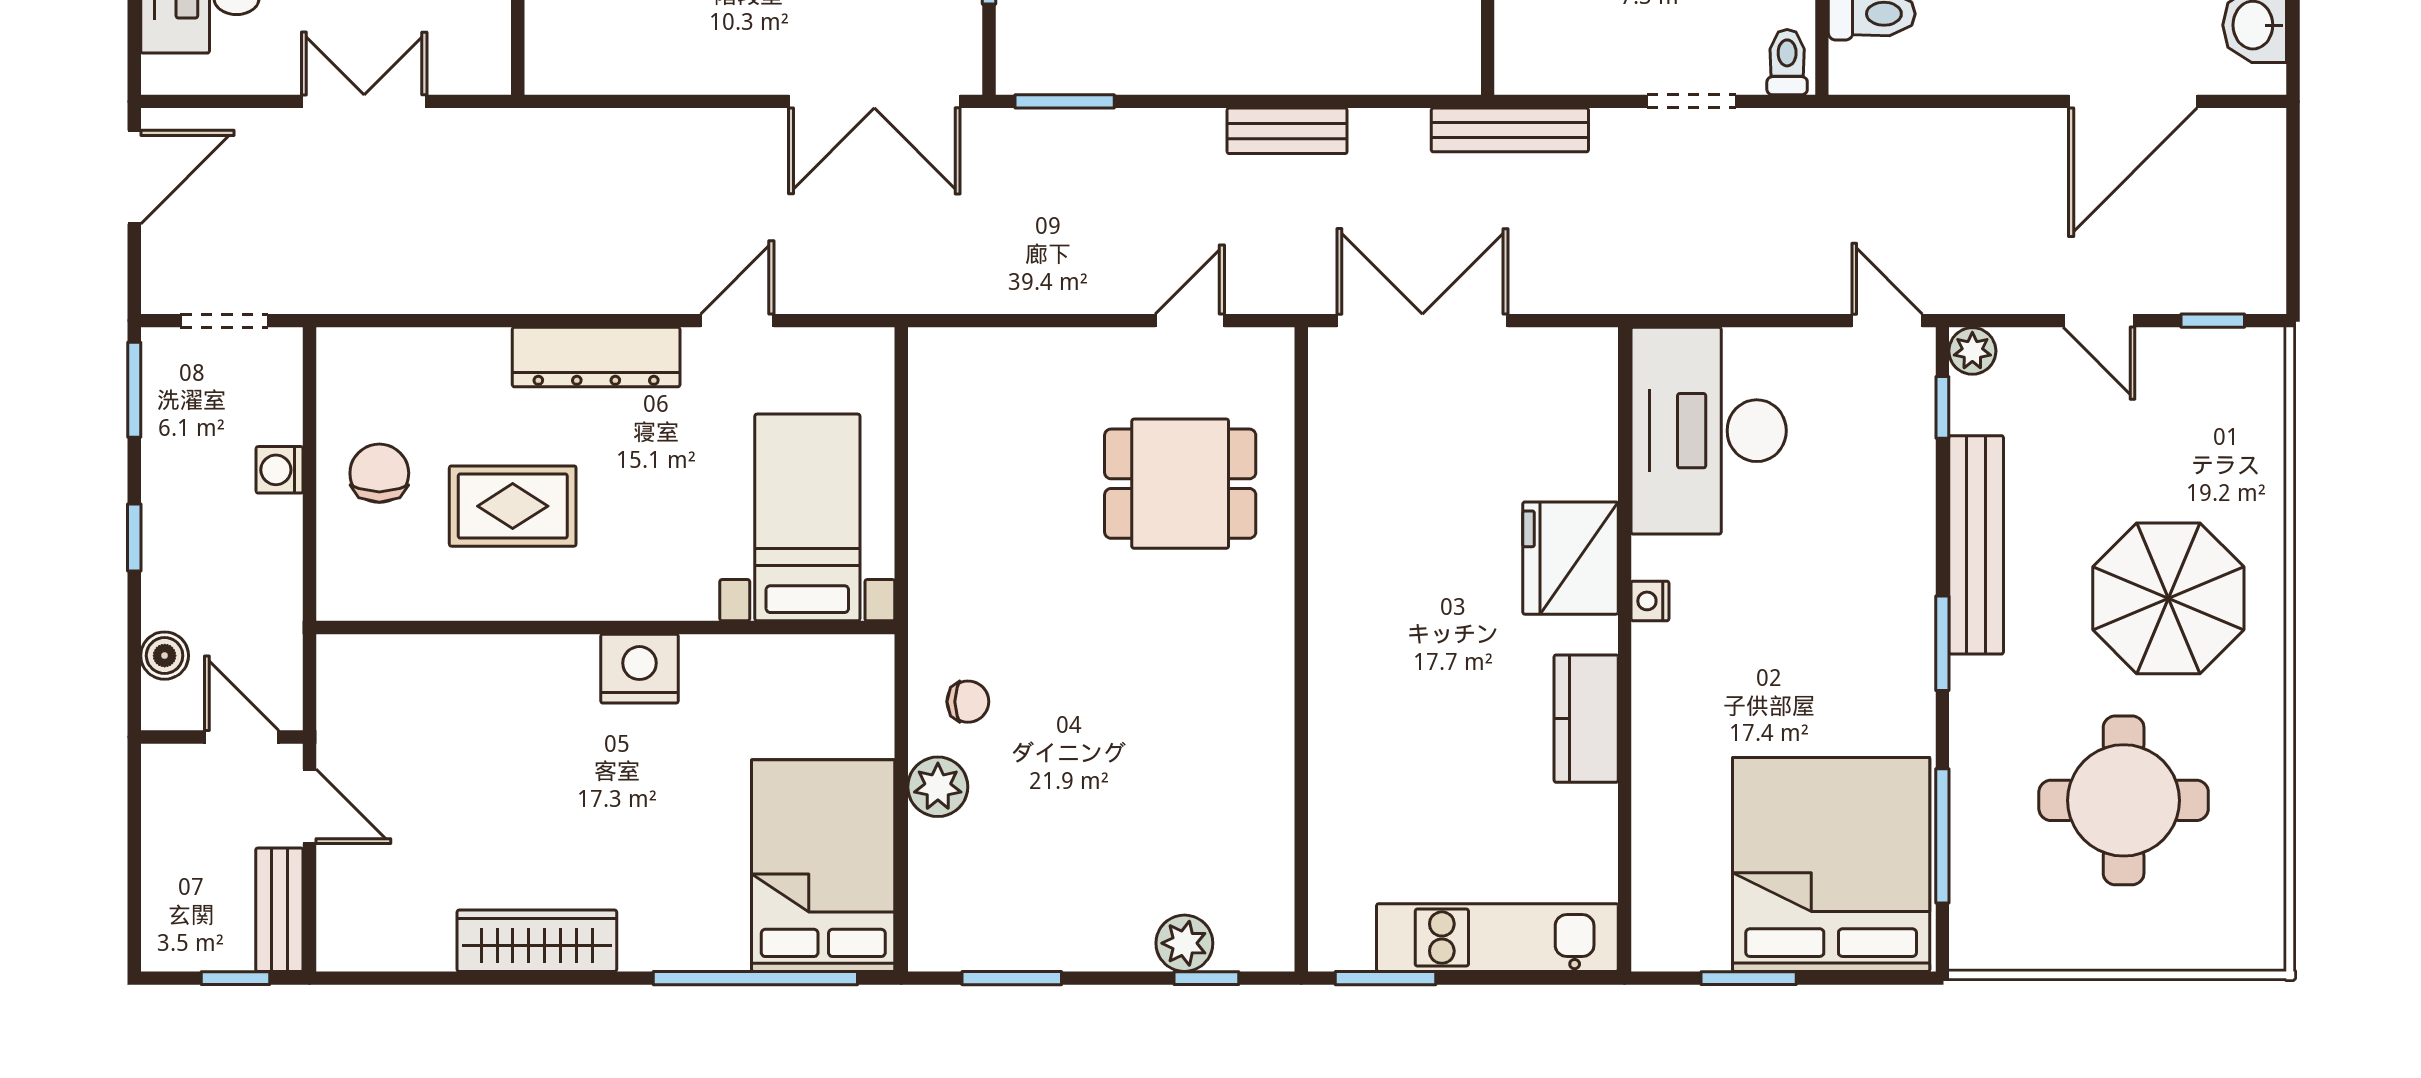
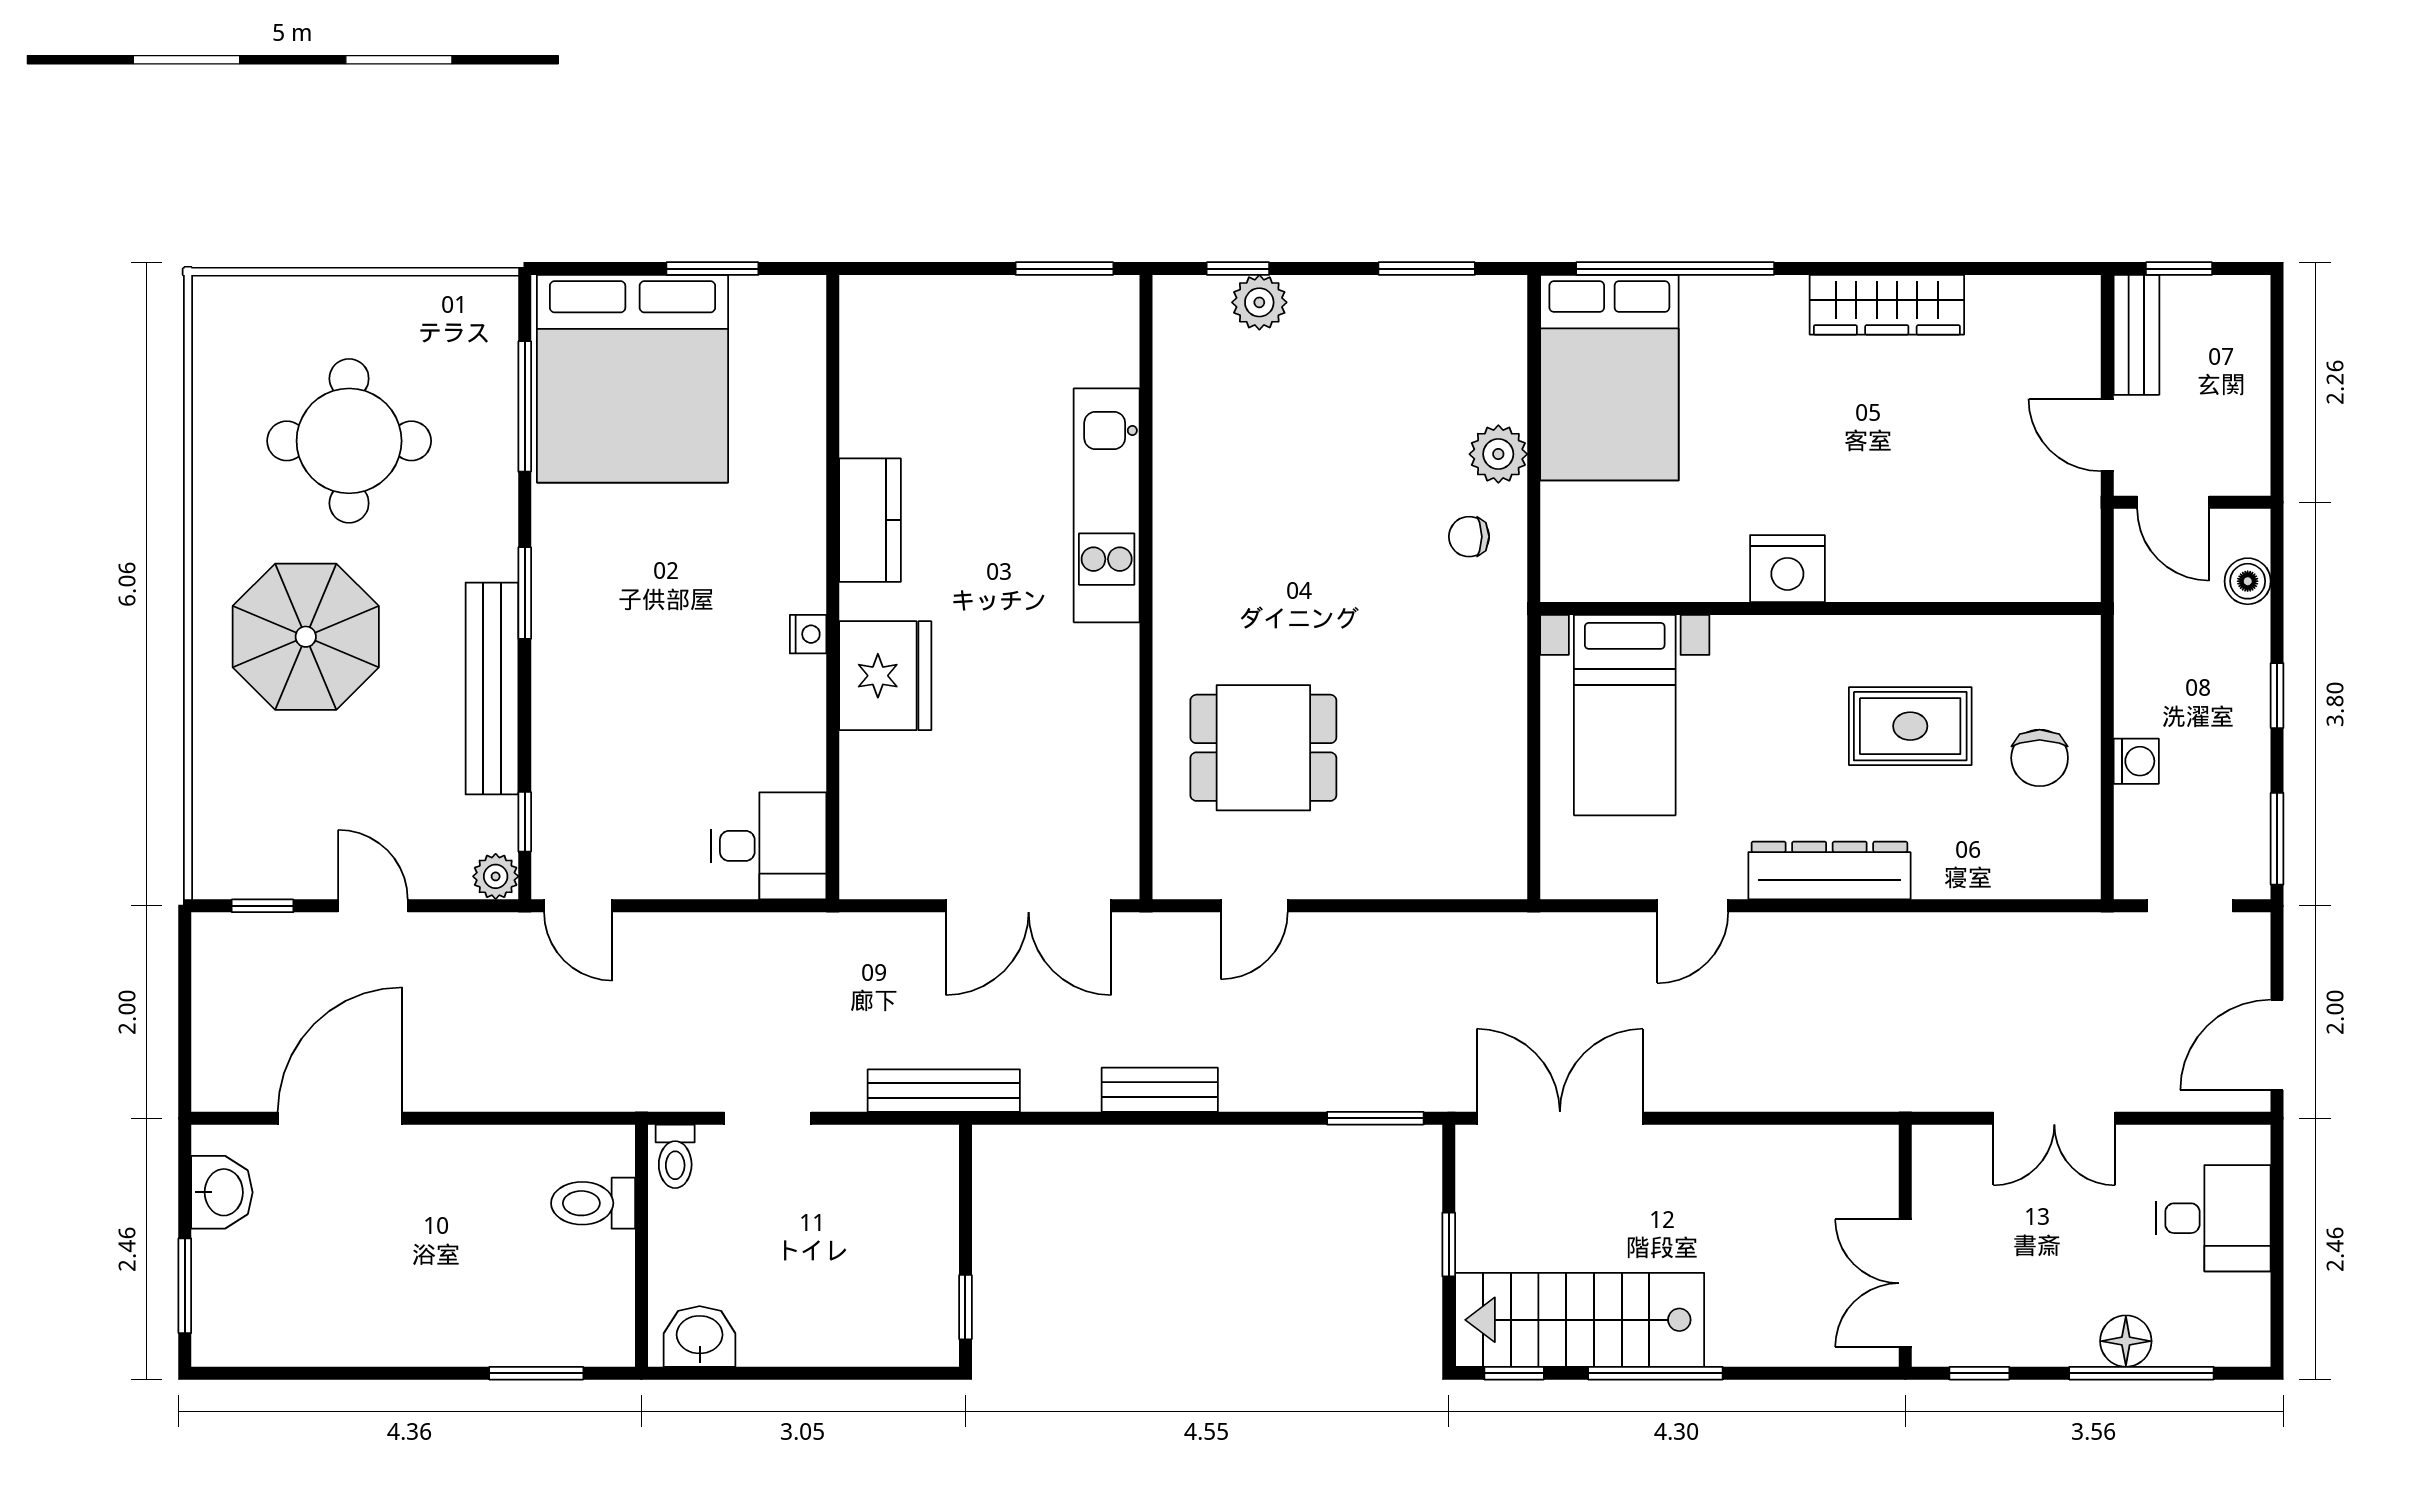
desk: (1709, 431) -> (769, 846), width x0.53, depth x0.77
kitchen unit: (1497, 938) -> (1107, 505), moved, turned 90

